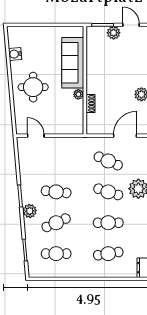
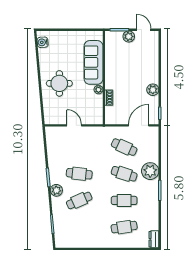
water cooler: (15, 54) -> (43, 42), moved
door: (36, 136) -> (74, 125), moved
cafe table: (56, 254) -> (79, 227), removed

